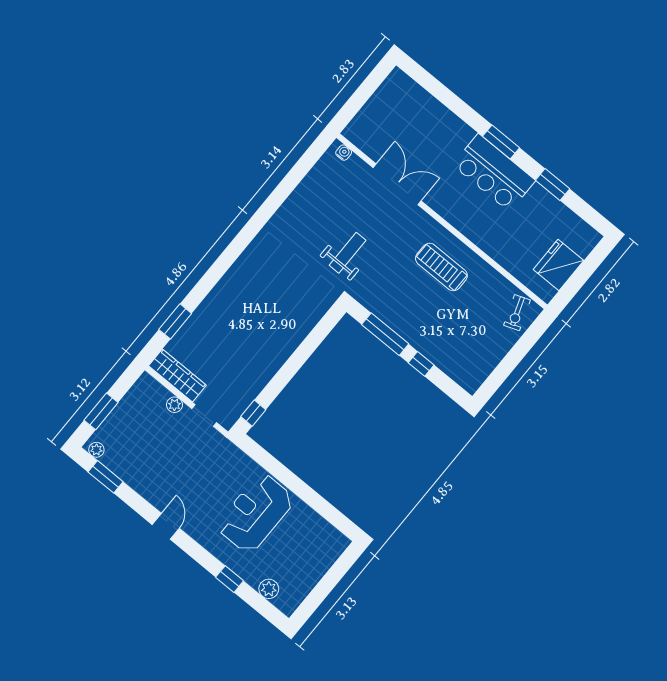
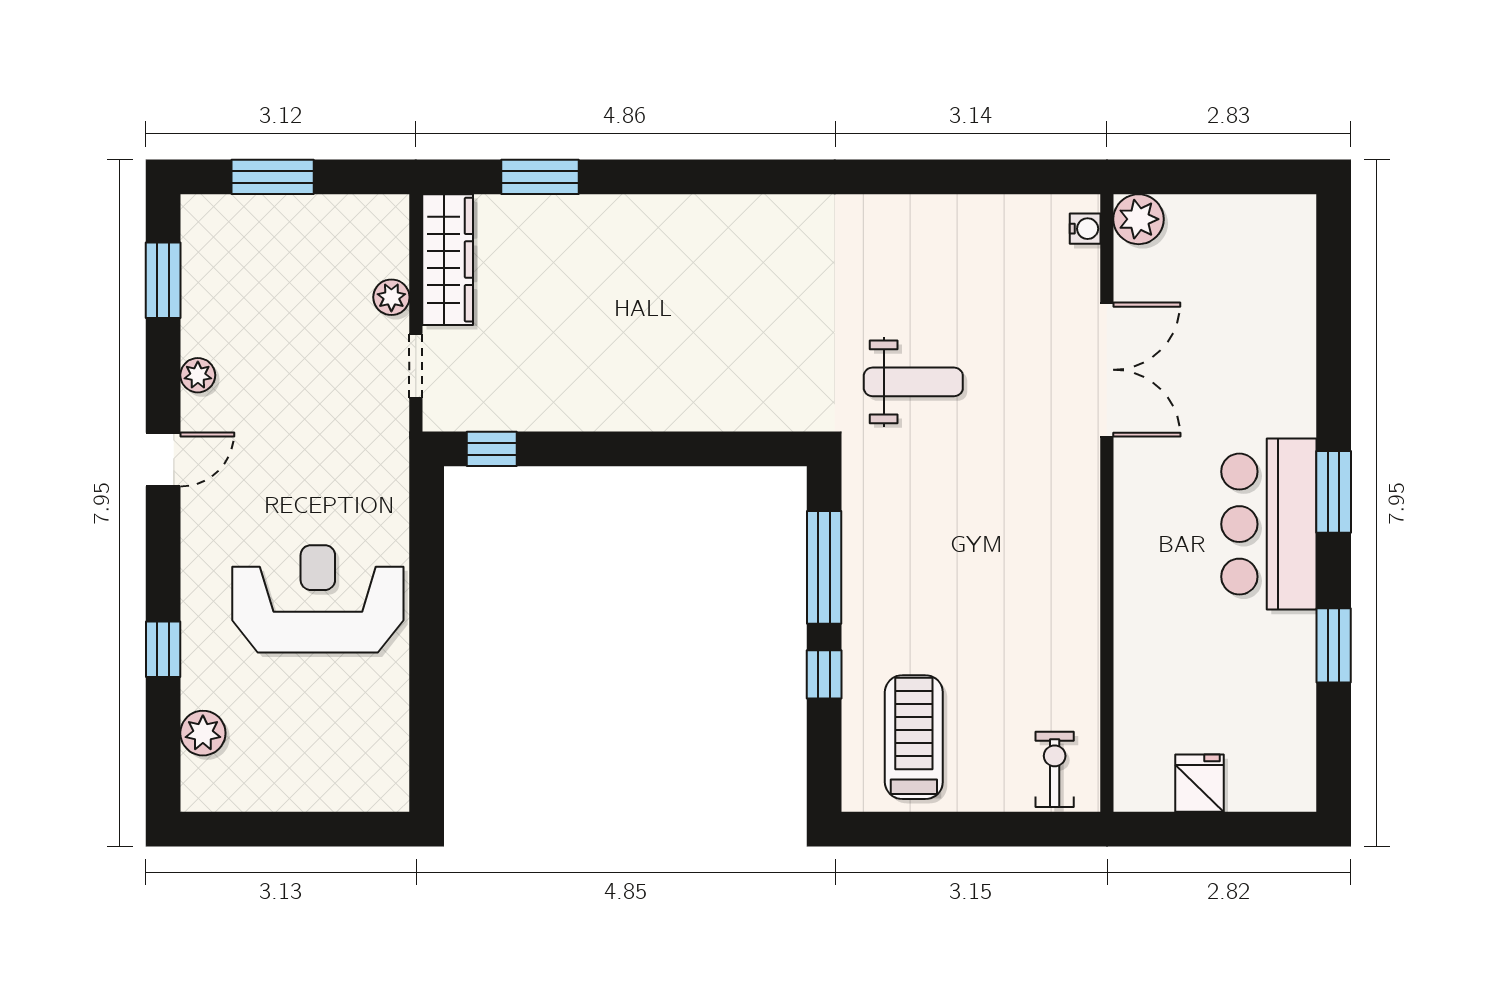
plant: (355, 132) -> (1139, 219), added
fridge: (558, 265) -> (1199, 783), width x0.53, depth x0.75
treadmill: (441, 267) -> (914, 737), moved
exercise bike: (517, 313) -> (1055, 769), turned 110
plant: (96, 450) -> (198, 375), moved

